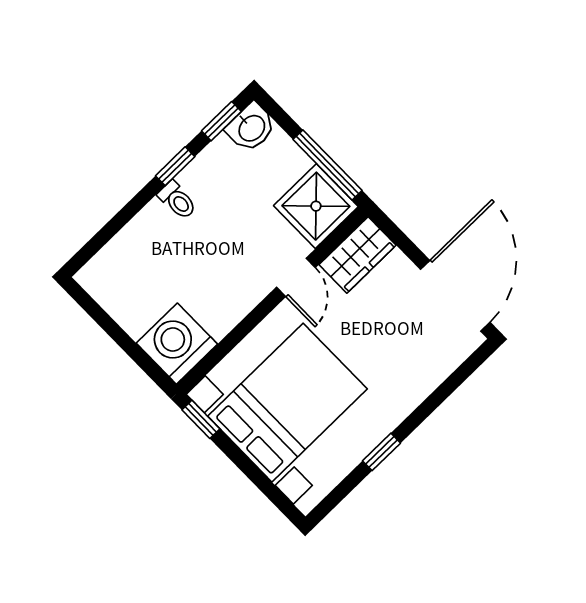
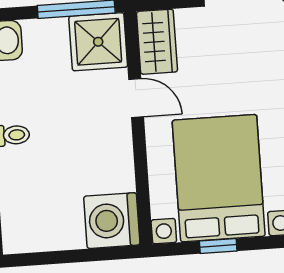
window: (201, 419) -> (218, 246), moved

